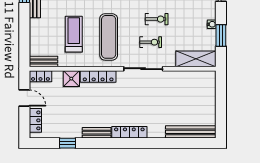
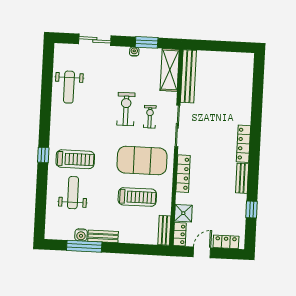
exercise bike: (157, 19) -> (126, 109), width x1.38, depth x1.39
treadmill: (74, 34) -> (137, 197), turned 180
exercise mat: (109, 37) -> (142, 161), width x1.47
shower: (71, 79) -> (183, 213), moved
bench: (191, 132) -> (188, 76), moved

